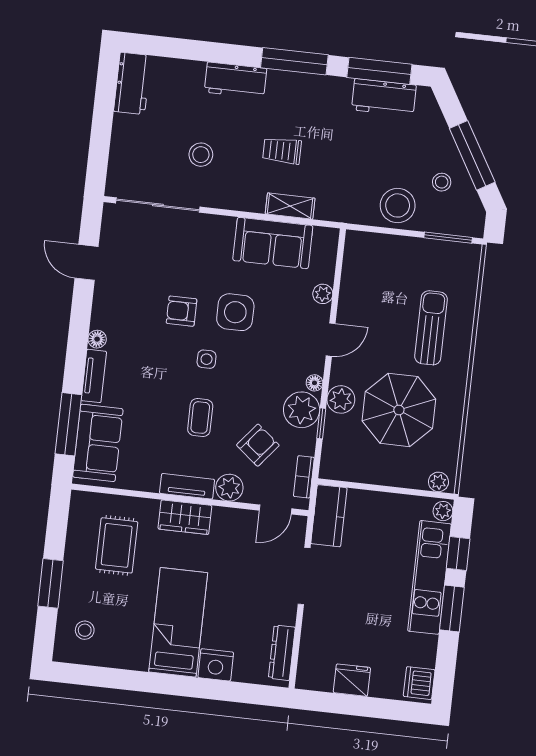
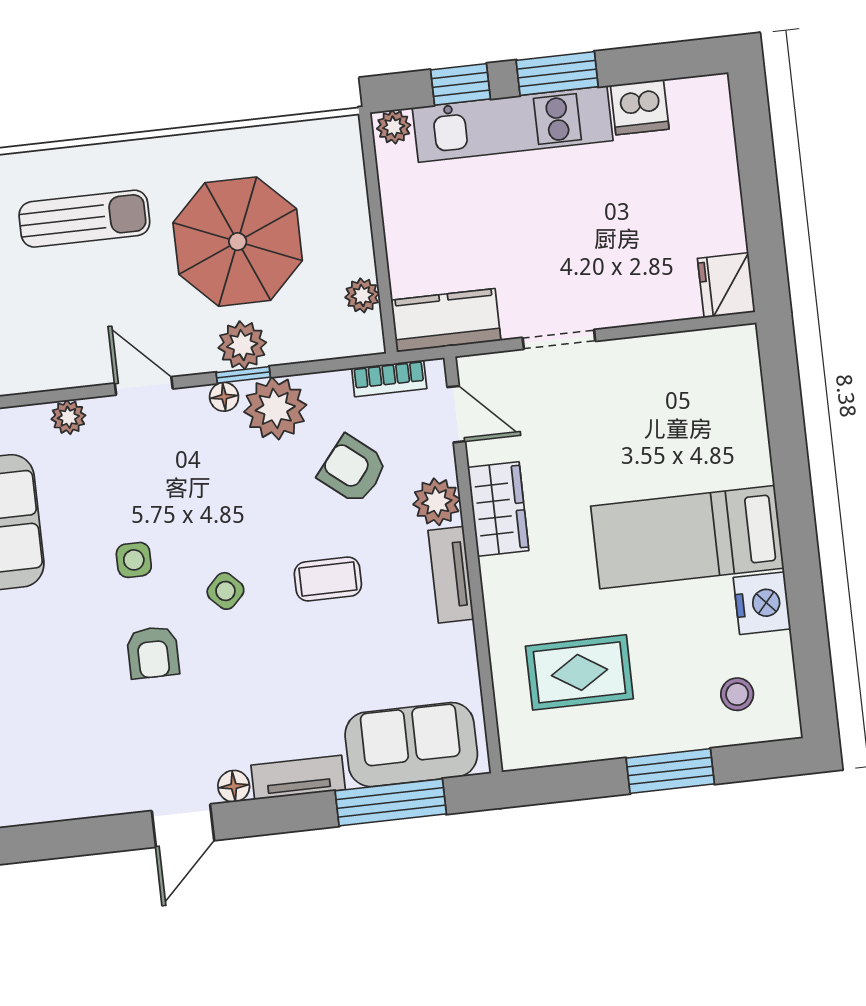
door: (86, 262) -> (183, 826), moved
side table: (235, 312) -> (134, 560), width x0.54, depth x0.54
sun lounger: (431, 328) -> (84, 219), turned 180
side table: (207, 359) -> (225, 591), turned 45
window: (321, 423) -> (243, 375), moved
plant: (438, 482) -> (362, 295), moved
wardrobe: (185, 517) -> (498, 509), moved
doorway: (304, 576) -> (559, 339), width x0.73
dresser: (282, 653) -> (699, 348), removed
nightstand: (216, 665) -> (762, 603), moved
fridge: (352, 680) -> (726, 285), moved
dishwasher: (419, 683) -> (640, 107), moved

